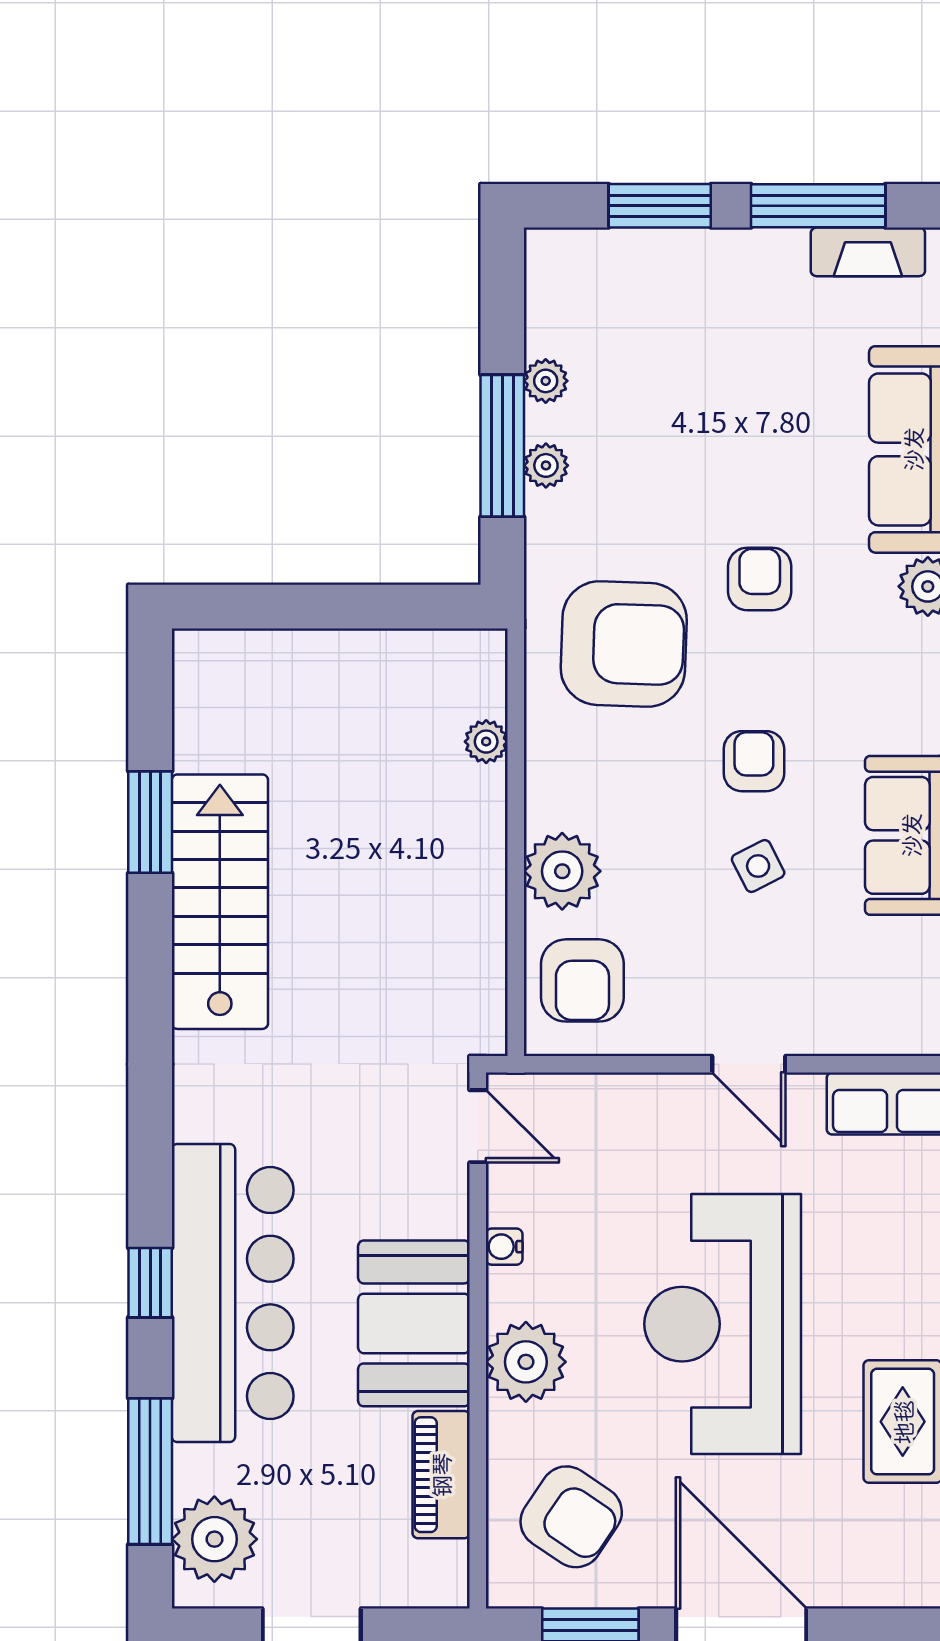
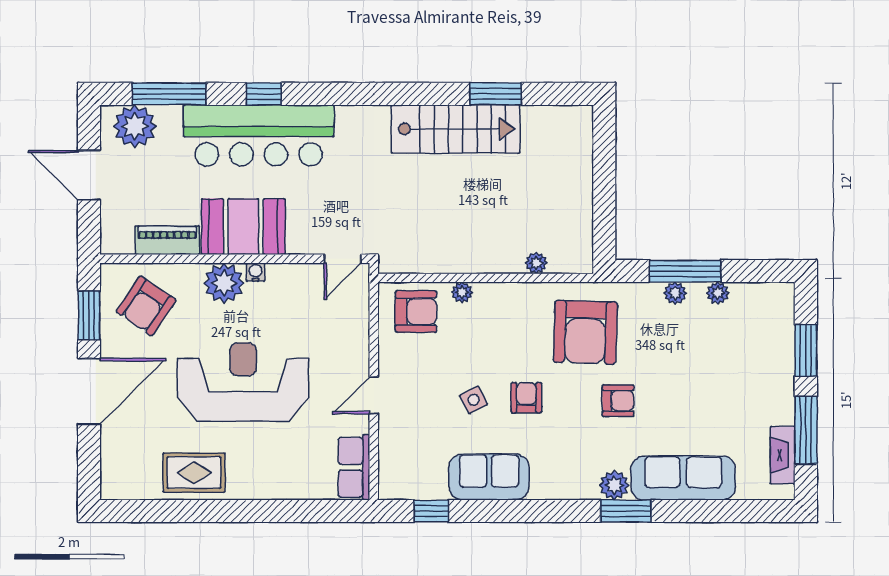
armchair: (754, 761) -> (526, 398), turned -90
plant: (562, 871) -> (462, 292), width x0.53, depth x0.53
armchair: (582, 980) -> (416, 311), turned 180
water cooler: (504, 1247) -> (255, 272), moved

